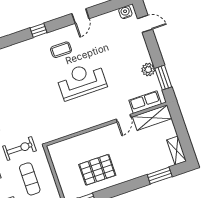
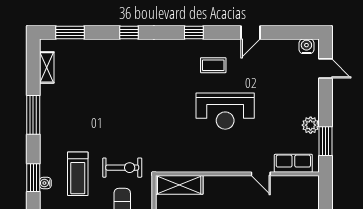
reception desk: (81, 81) -> (225, 111), turned 180
door: (124, 118) -> (261, 174), hinge flipped
shelving: (152, 118) -> (179, 185), moved

